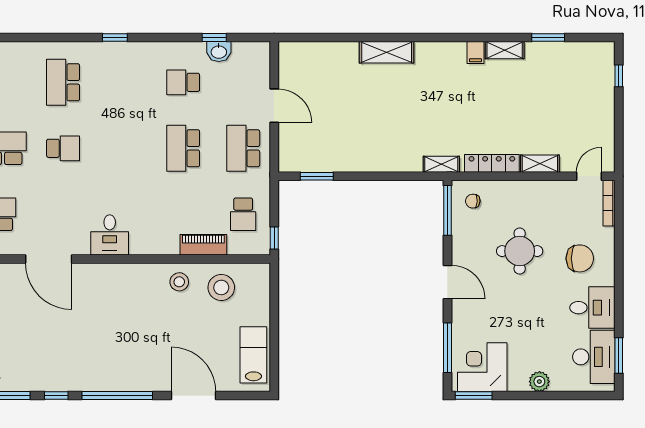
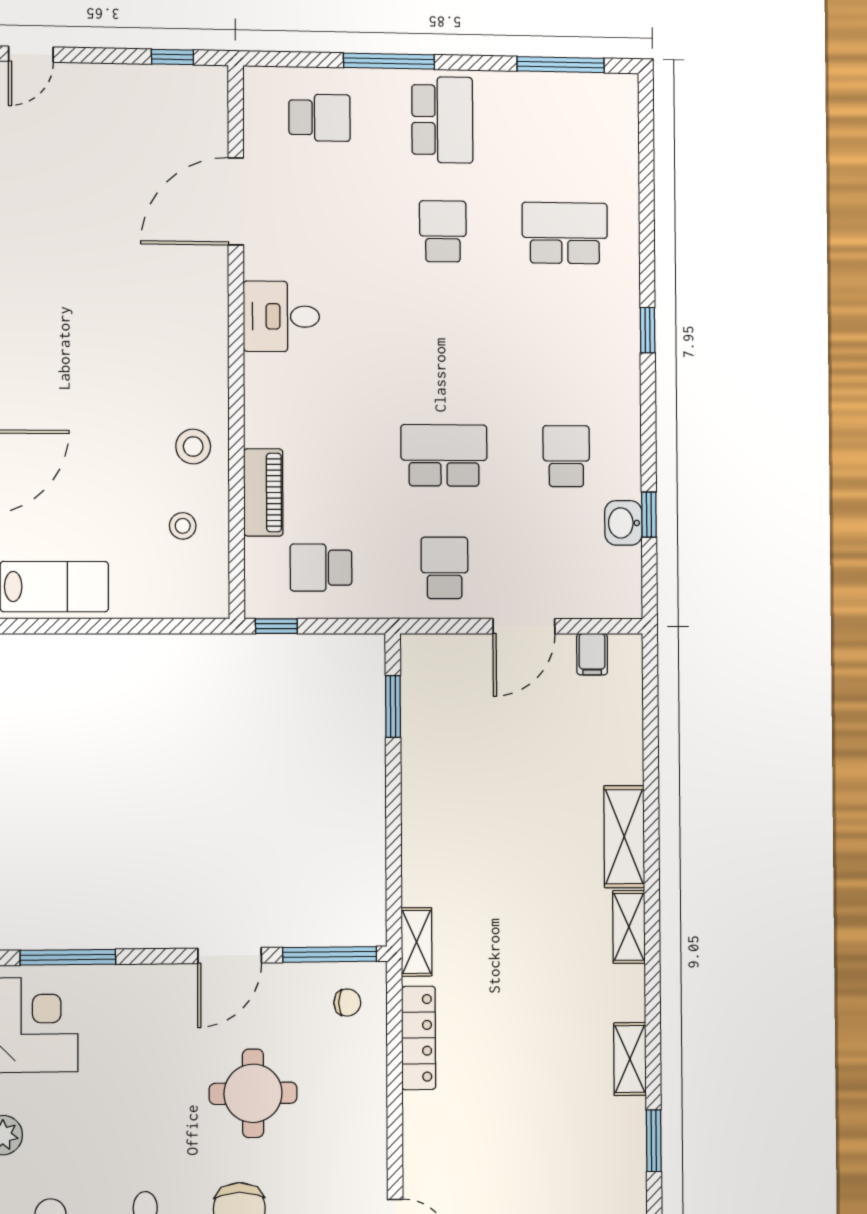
filing cabinet: (476, 53) -> (592, 654), moved, turned -90
school desk: (63, 148) -> (443, 231), turned 180
school desk: (243, 148) -> (445, 568), width x0.54
shelving: (540, 164) -> (629, 927), moved
chair: (473, 201) -> (347, 1003), turned 87
door: (447, 282) -> (230, 956), moved
stool: (221, 287) -> (183, 526), width x0.53, depth x0.53

